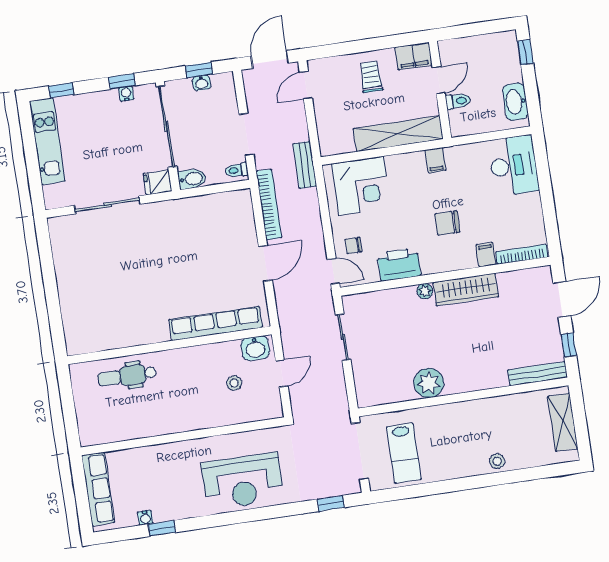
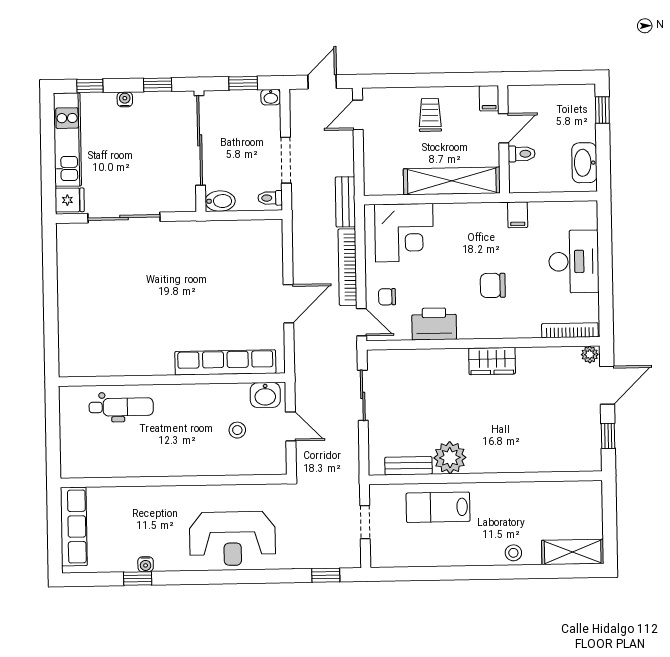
filing cabinet: (413, 56) -> (489, 98), width x0.50
door: (270, 60) -> (322, 82), width x0.73
washbasin: (202, 83) -> (271, 97), moved
water cooler: (126, 94) -> (125, 99), moved
filing cabinet: (435, 160) -> (518, 215), moved
desk: (513, 166) -> (574, 262), moved
fridge: (157, 182) -> (70, 200), moved, turned 180
bookcase: (269, 204) -> (347, 267), moved, turned 180
filing cabinet: (486, 255) -> (530, 326), removed
wardrobe: (466, 290) -> (492, 361), width x0.67
plant: (425, 291) -> (590, 354), moved
door: (282, 373) -> (291, 426), hinge flipped
bench: (537, 374) -> (408, 466), moved, width x0.73
dental chair: (127, 376) -> (121, 407), turned 180
shelving: (563, 422) -> (573, 552), moved, turned 90
doorway: (360, 451) -> (365, 522), width x0.53
lab bench: (404, 453) -> (438, 507), moved, turned 90
water cooler: (145, 518) -> (146, 564), moved

